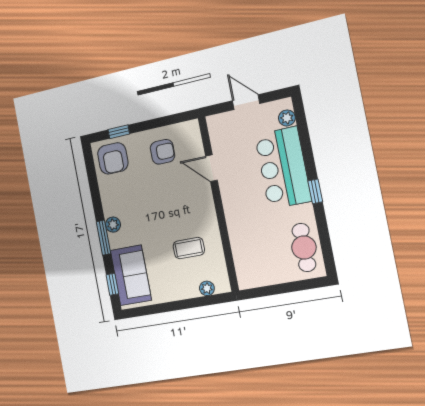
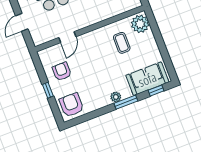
window: (119, 132) -> (48, 90), moved
armchair: (113, 158) -> (71, 105), turned -90
plant: (207, 288) -> (140, 24), width x1.88, depth x1.88

